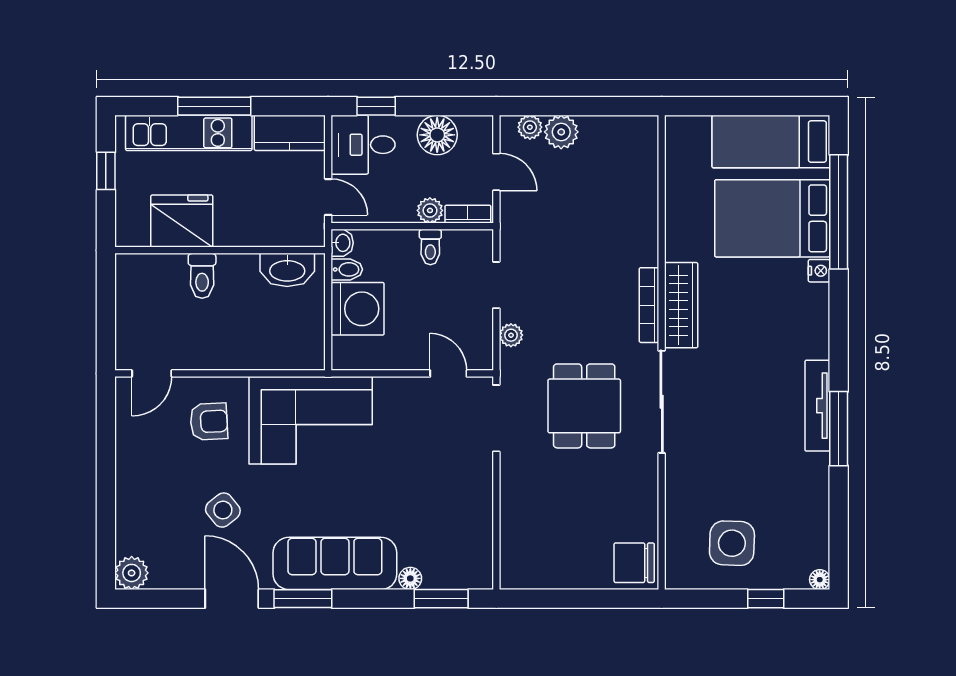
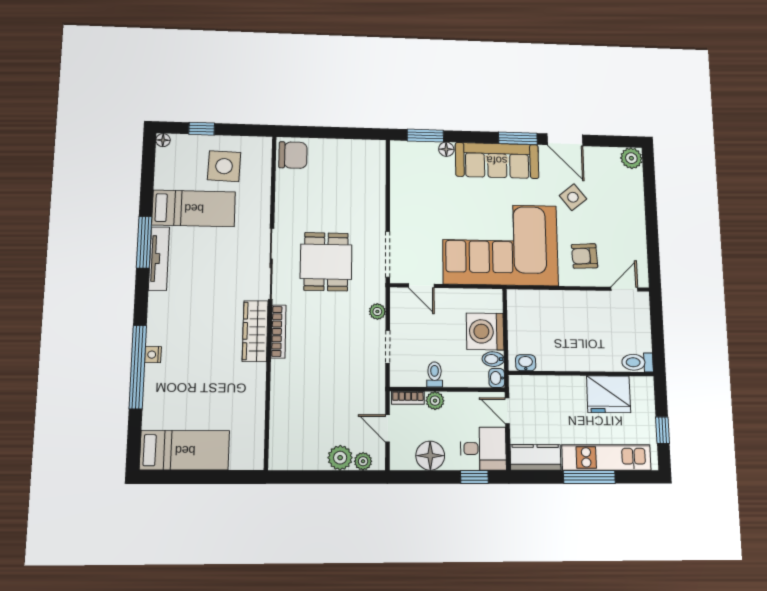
window: (839, 212) -> (138, 367), moved
bed: (772, 218) -> (194, 208), moved, width x0.67
washbasin: (287, 270) -> (526, 363), width x0.52, depth x0.69
toilet: (202, 276) -> (637, 362), moved, turned -90
corner sofa: (311, 420) -> (500, 245), width x1.36, depth x1.36

